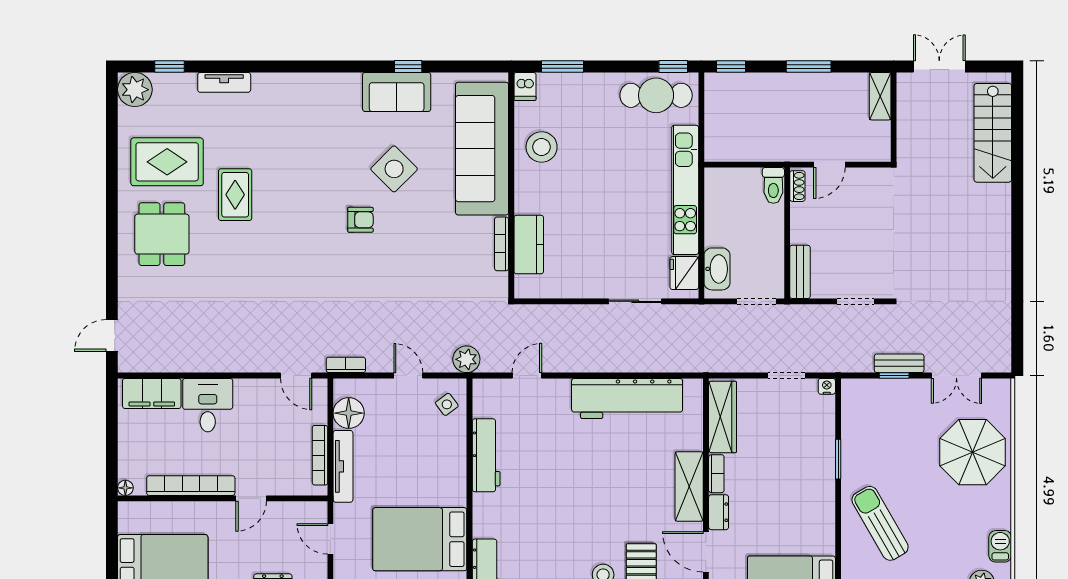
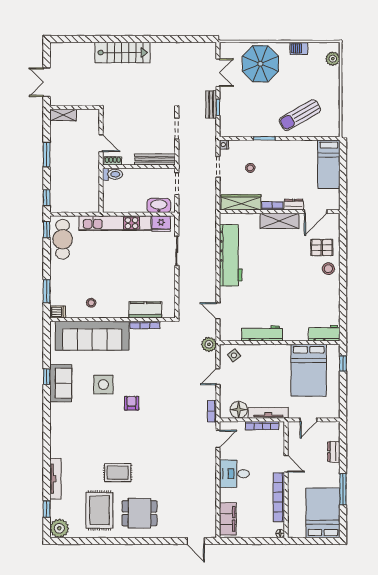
tv unit: (224, 82) -> (55, 479), width x1.41
stairs: (993, 133) -> (123, 53), moved
stool: (542, 147) -> (91, 303), width x0.53, depth x0.53
side table: (394, 169) -> (103, 385), turned 45
bench: (800, 272) -> (155, 159), width x1.36
desk: (208, 405) -> (234, 474), moved
stool: (785, 434) -> (250, 168), added
barbecue: (1000, 546) -> (299, 48), moved

